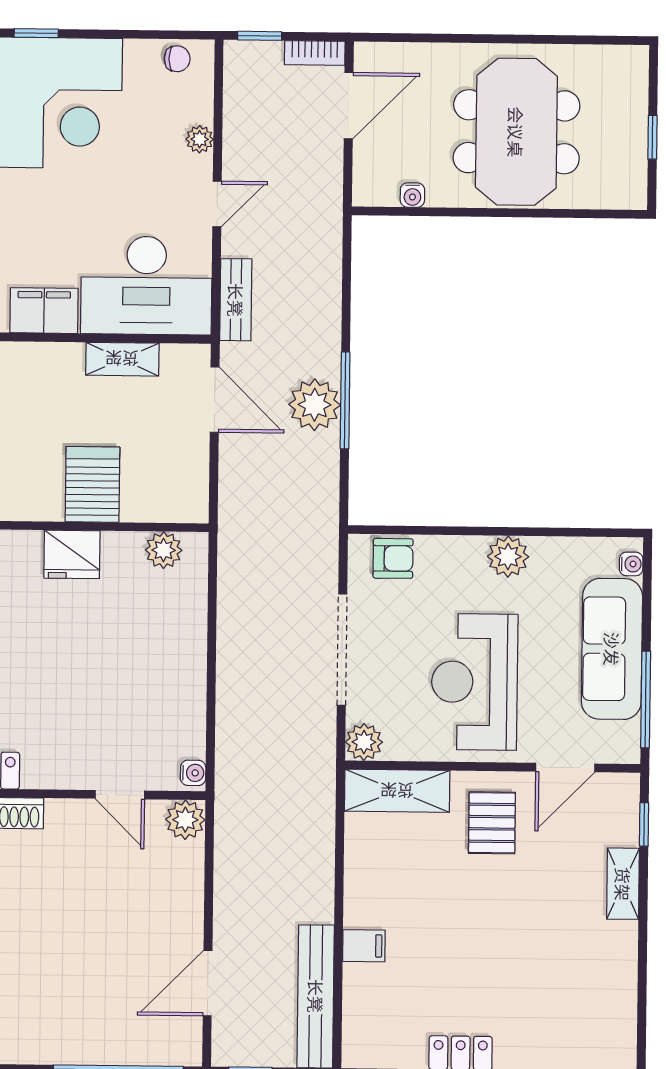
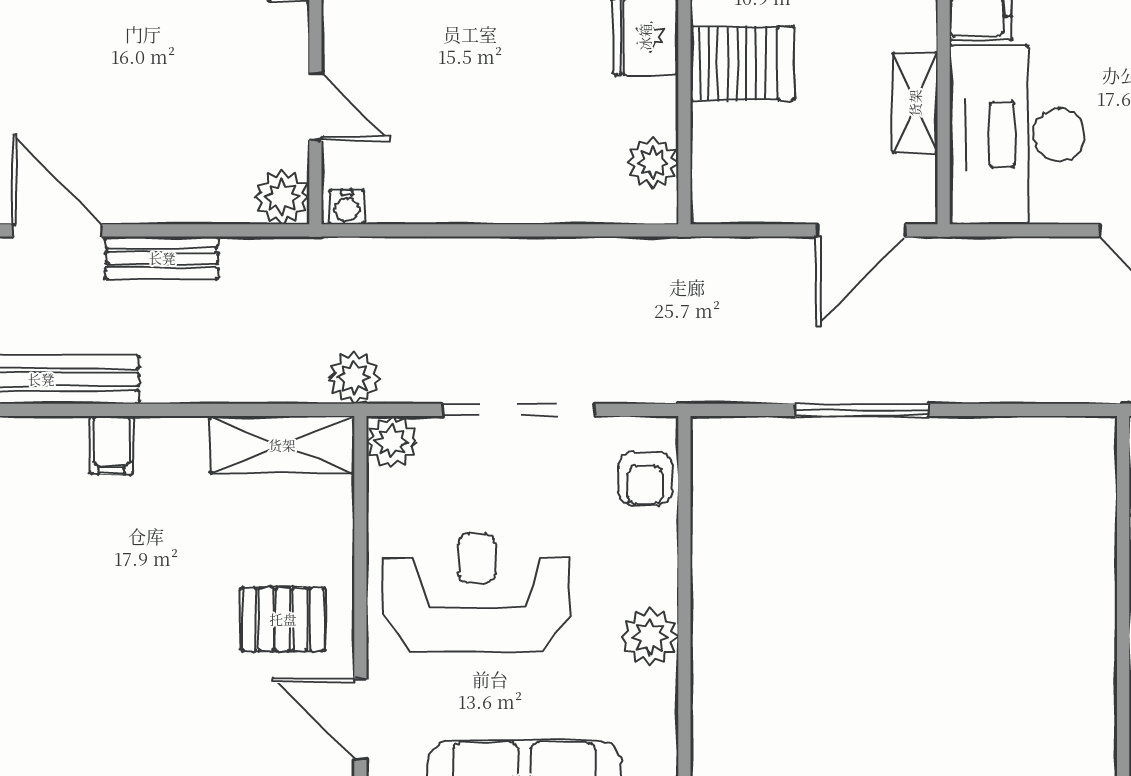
bench: (236, 300) -> (162, 258), moved
plant: (315, 405) -> (354, 378), moved, width x0.73, depth x0.73
shelving: (397, 791) -> (282, 445), moved, turned 90
door: (120, 795) -> (315, 107), swing flipped

